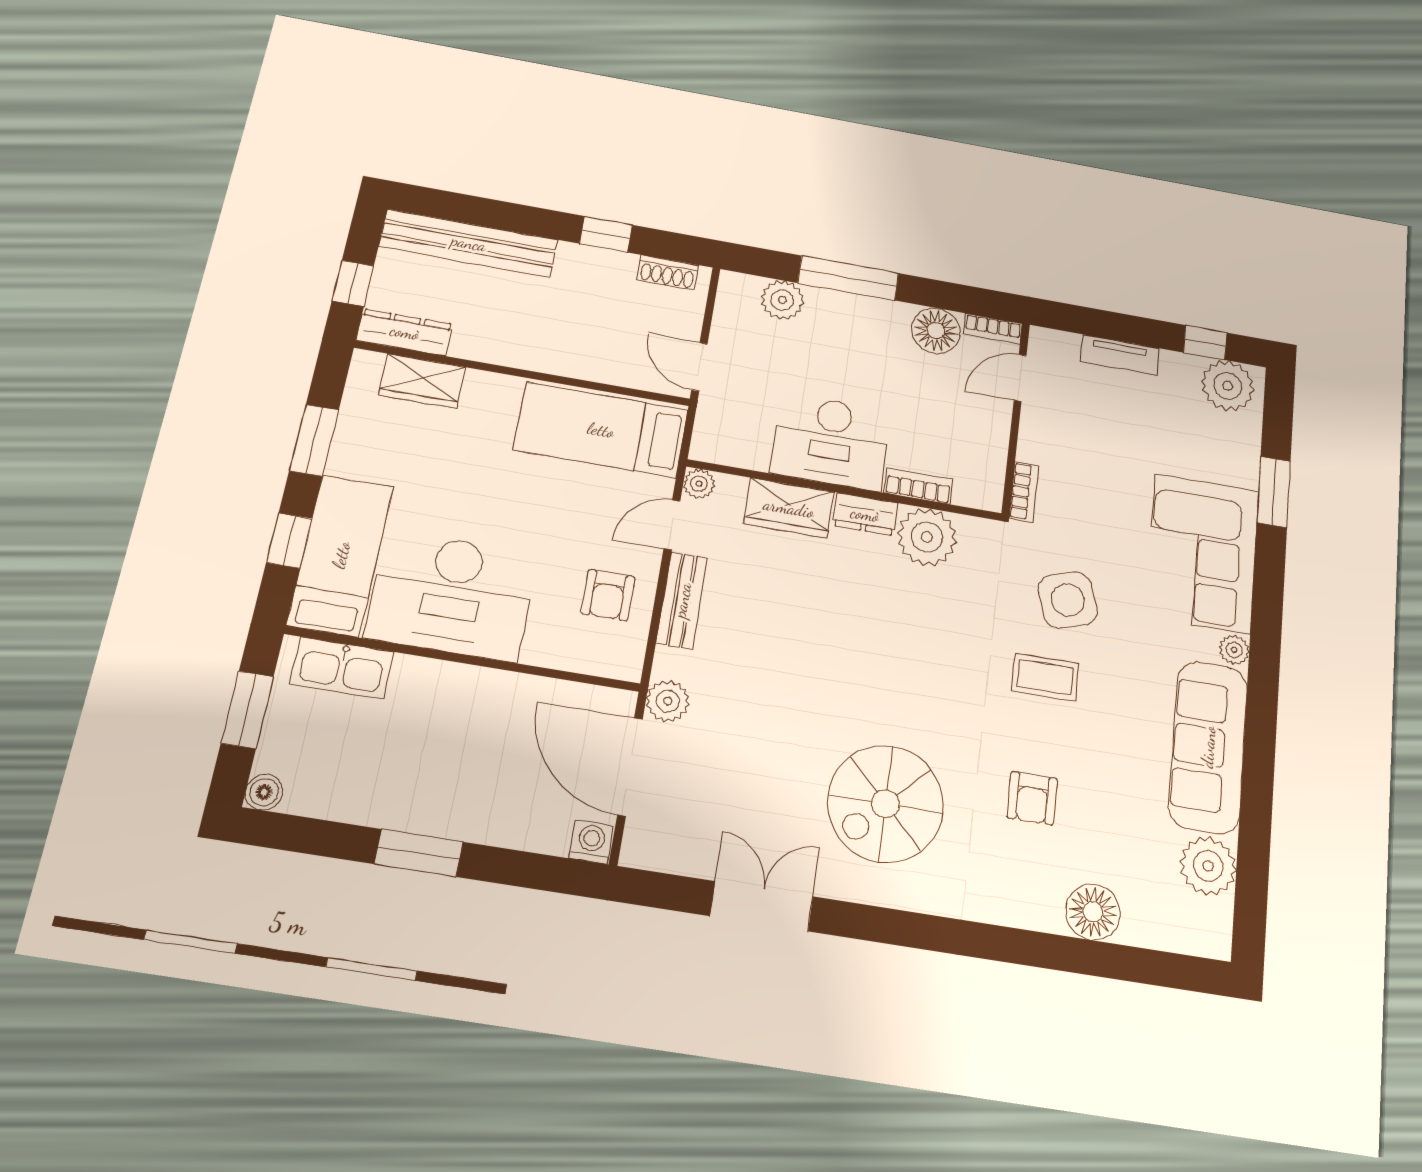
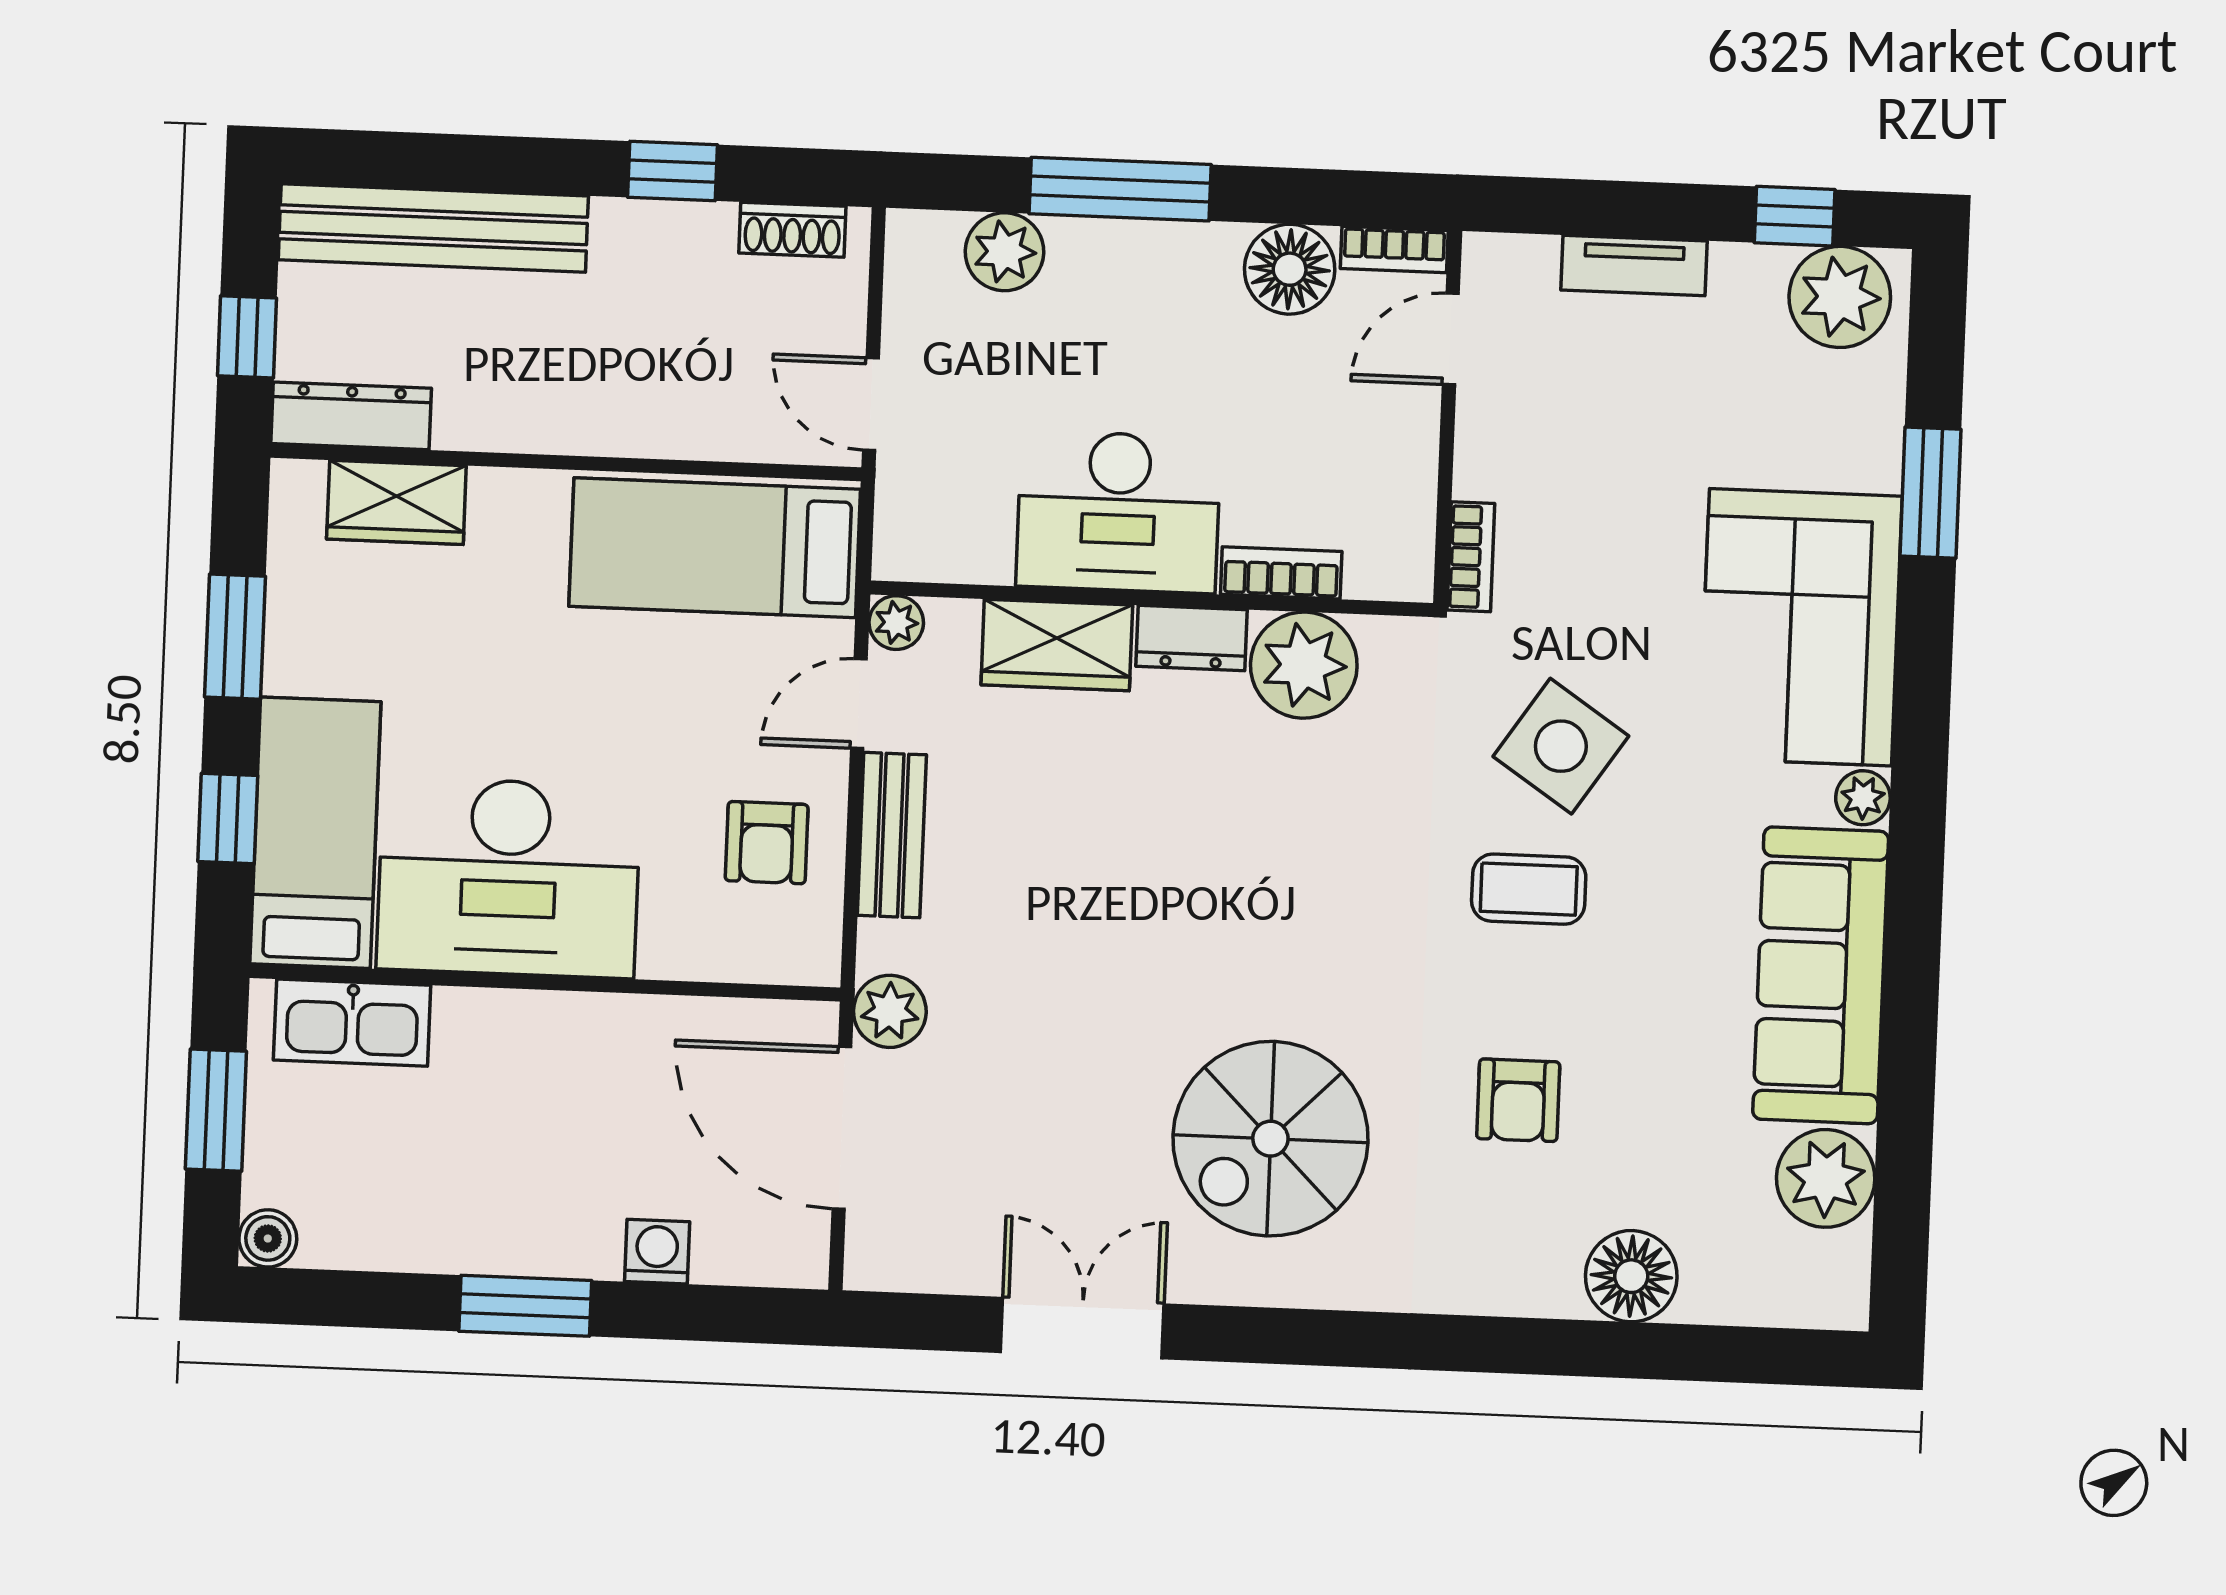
side table: (1068, 600) -> (1561, 746), turned -38
washing machine: (591, 842) -> (657, 1252), moved

